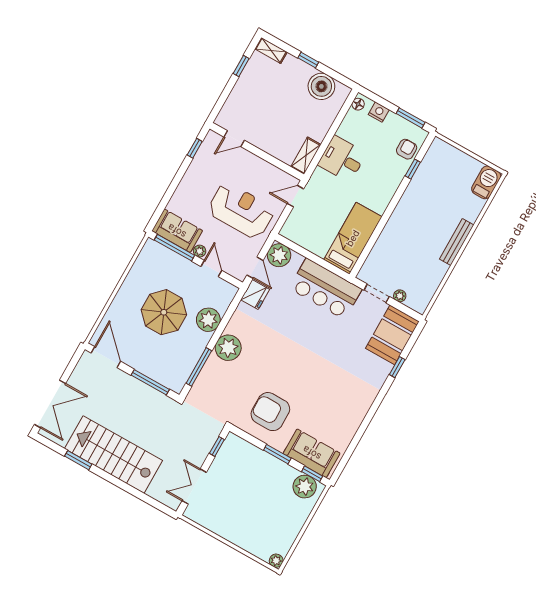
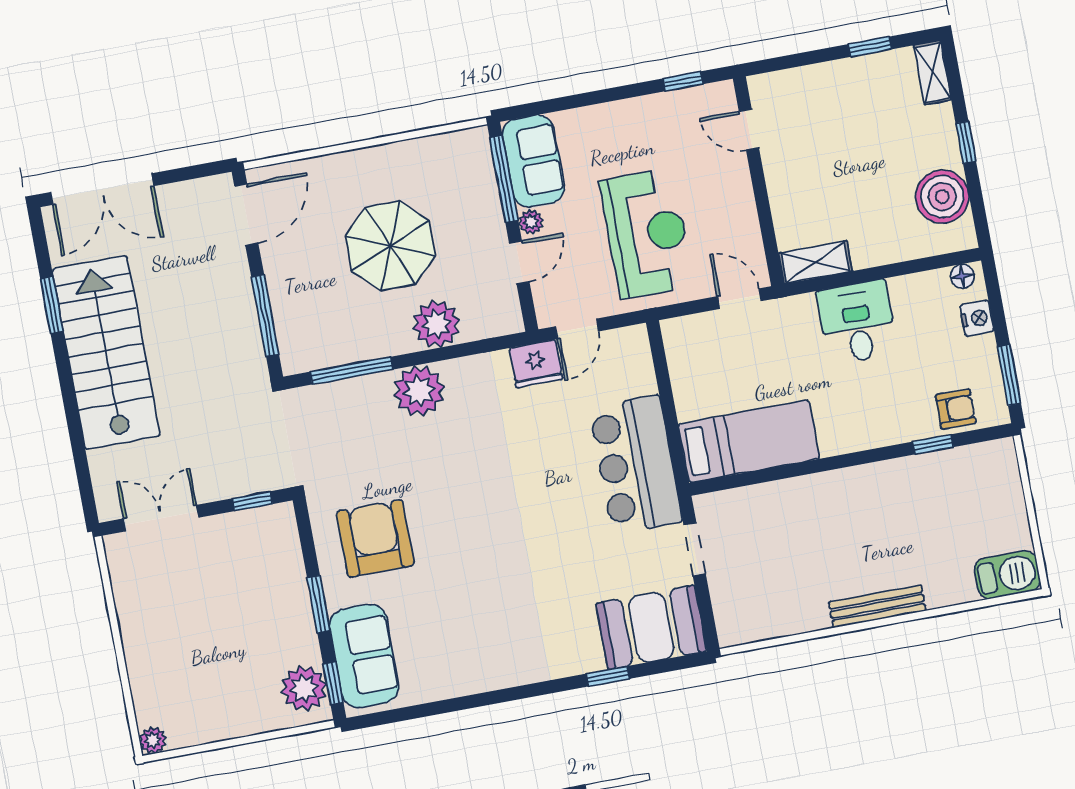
plant: (279, 255) -> (627, 350), removed
plant: (400, 296) -> (721, 588), removed

